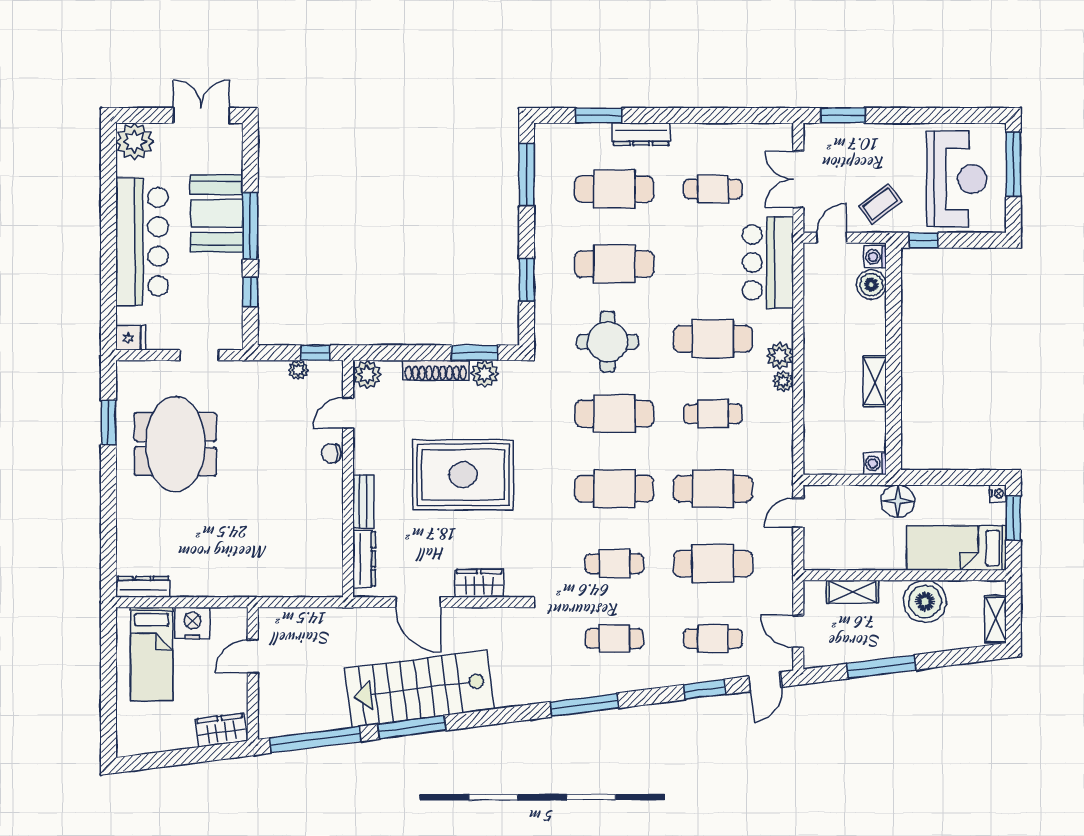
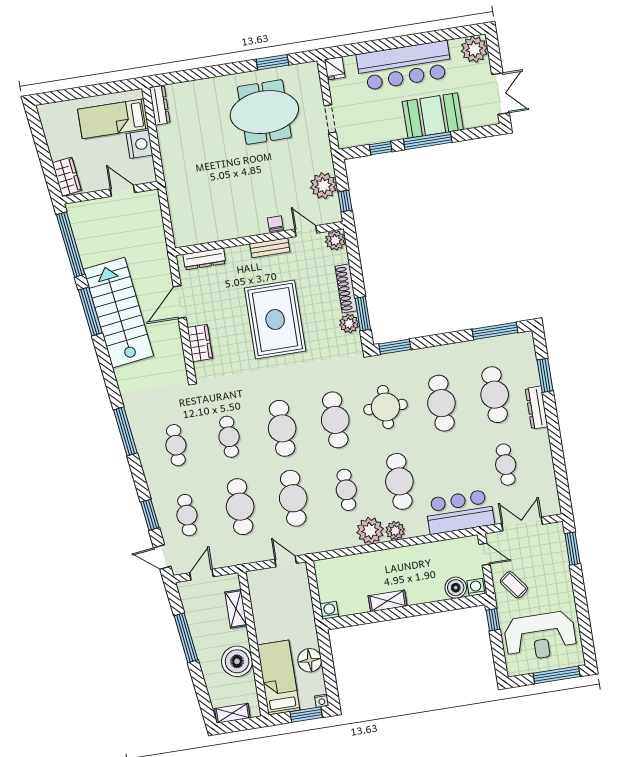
window: (527, 280) -> (395, 347), moved
plant: (298, 370) -> (324, 186), width x1.88, depth x1.88
plant: (783, 381) -> (370, 531), width x1.87, depth x1.87
floor lamp: (898, 501) -> (310, 660), moved
bench: (363, 502) -> (270, 248), moved

